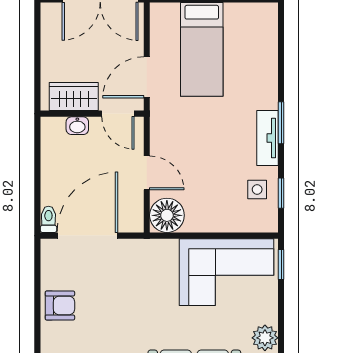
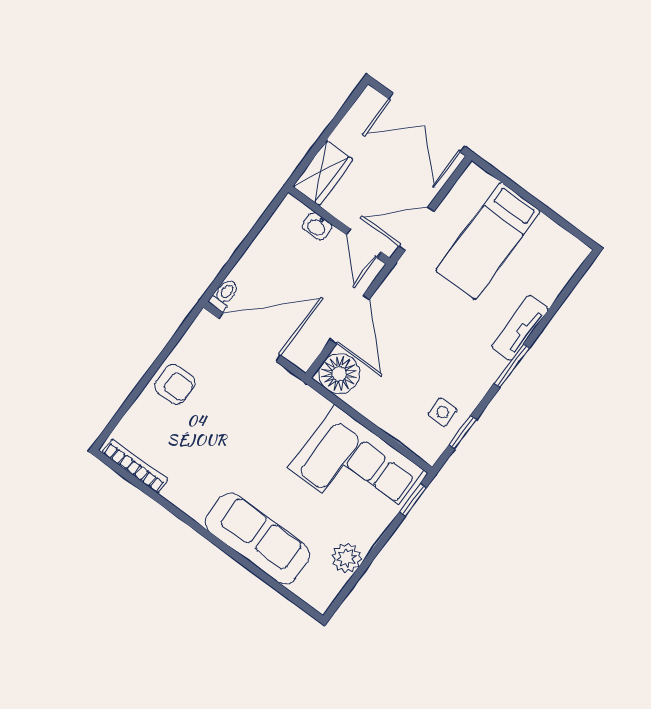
wardrobe: (74, 97) -> (323, 173), moved, turned 90
tv unit: (267, 138) -> (520, 328), moved
door: (147, 173) -> (350, 319), width x1.38

